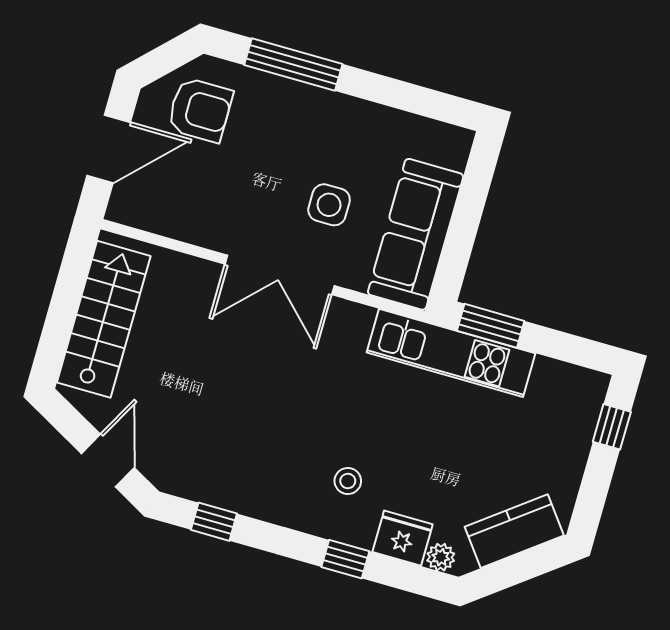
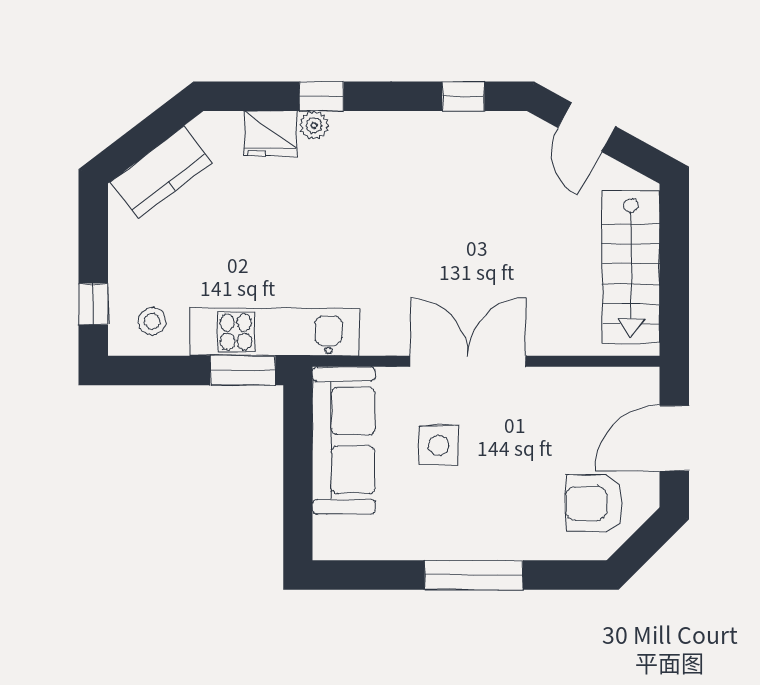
window: (293, 65) -> (474, 575), moved
stool: (348, 481) -> (152, 321), moved
plant: (441, 557) -> (314, 125), moved

